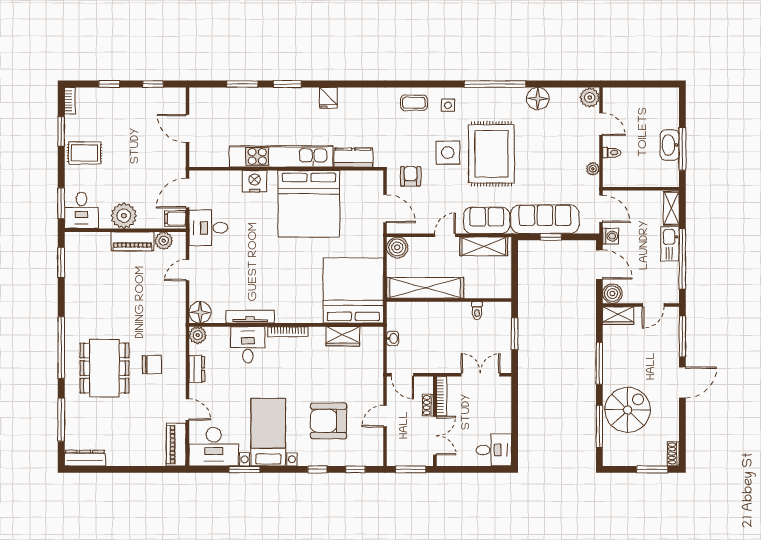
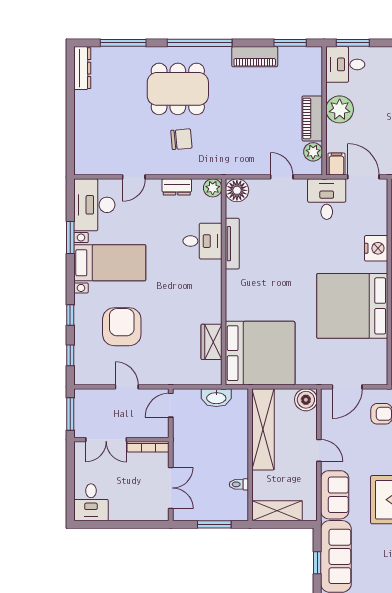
shelving: (484, 246) -> (277, 511), moved, turned 90
bookcase: (288, 332) -> (216, 284), removed
washbasin: (393, 339) -> (216, 398), width x1.91, depth x1.45
chair: (152, 365) -> (181, 139), turned -95
shoe rack: (428, 405) -> (139, 432), removed
piano: (176, 445) -> (255, 57), moved, turned 180

